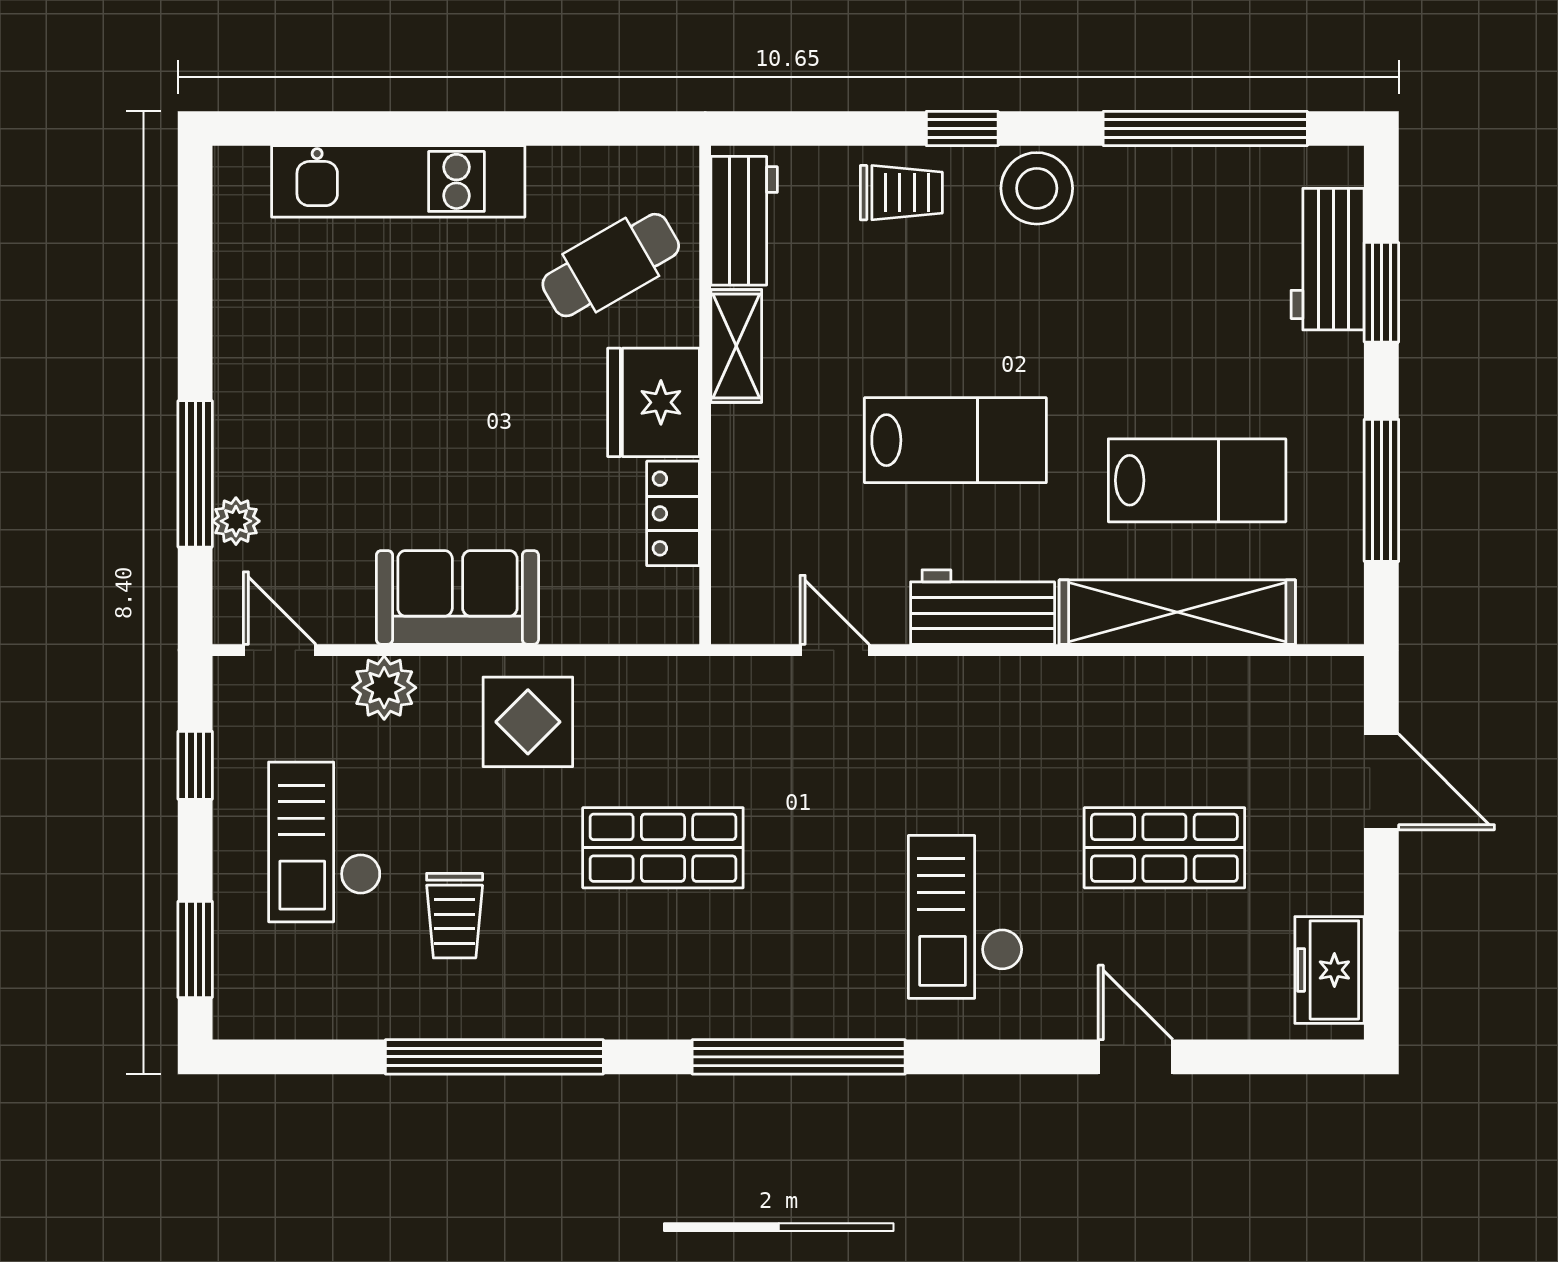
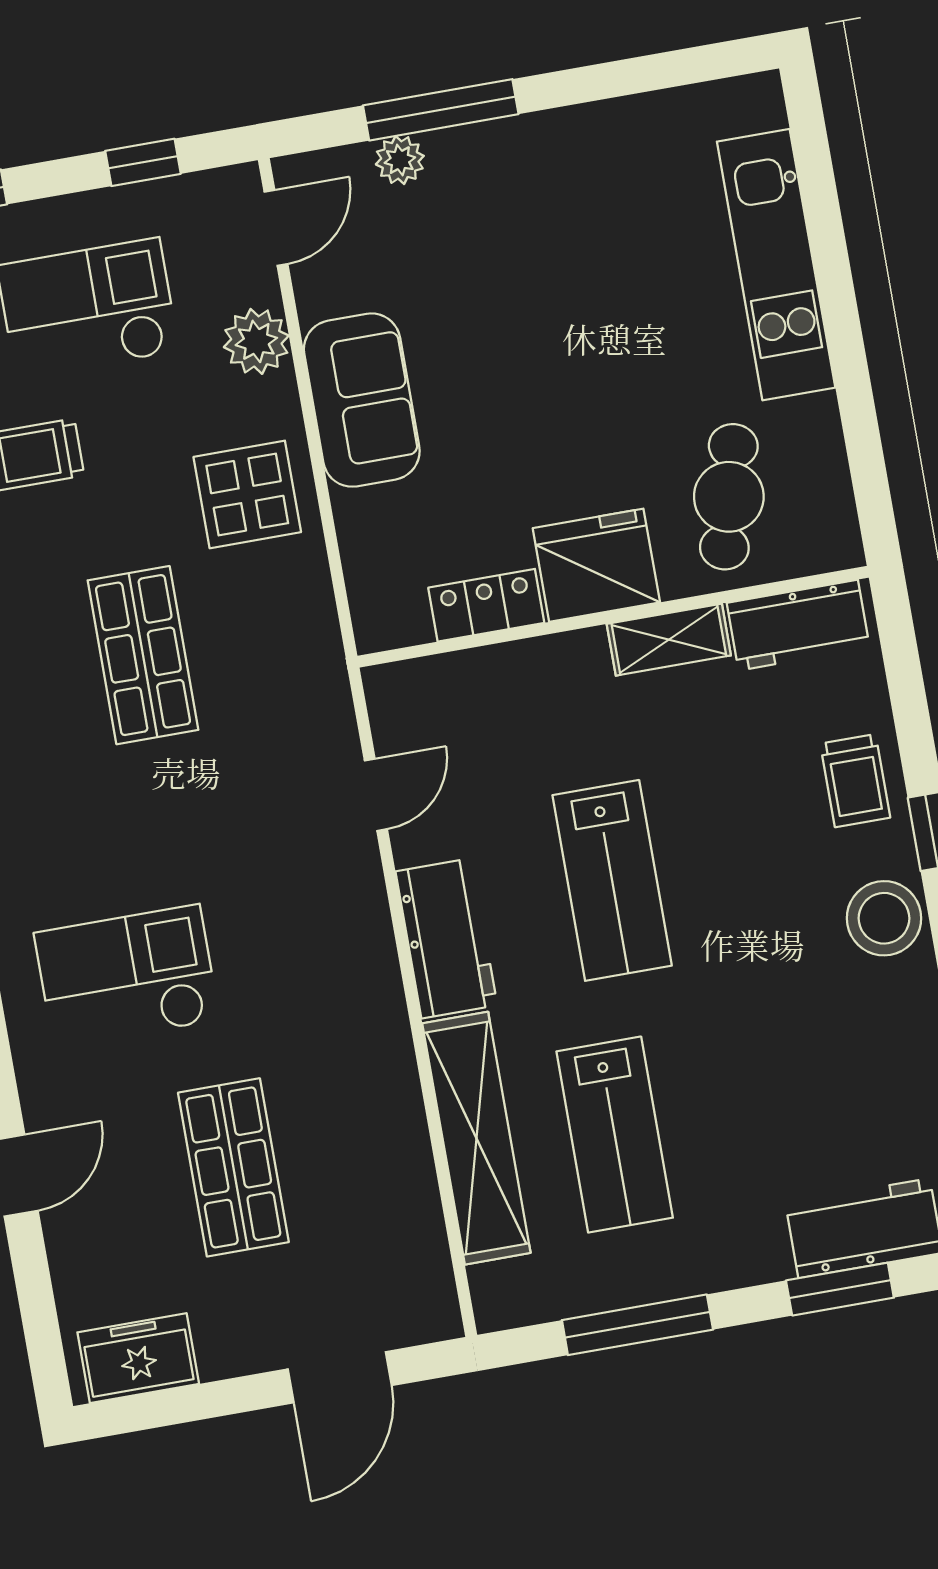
cafe table: (611, 265) -> (729, 497), turned 45

